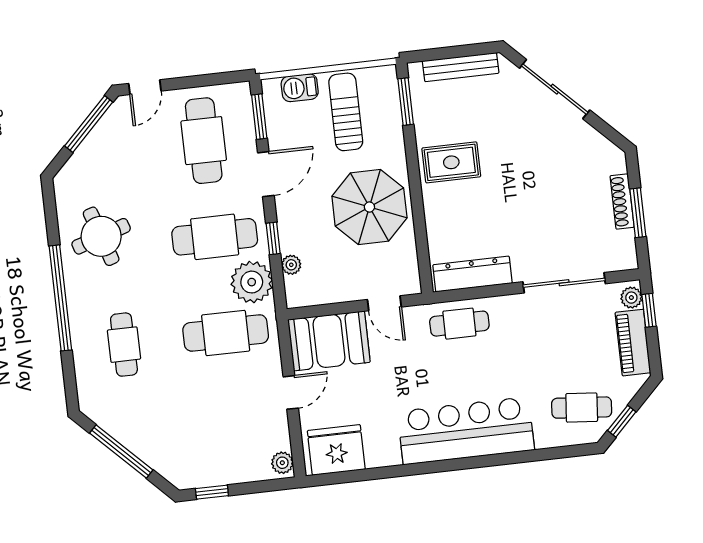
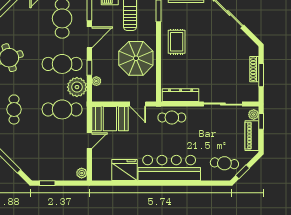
rug: (451, 162) -> (177, 42), turned 90
fridge: (336, 450) -> (124, 170), moved

